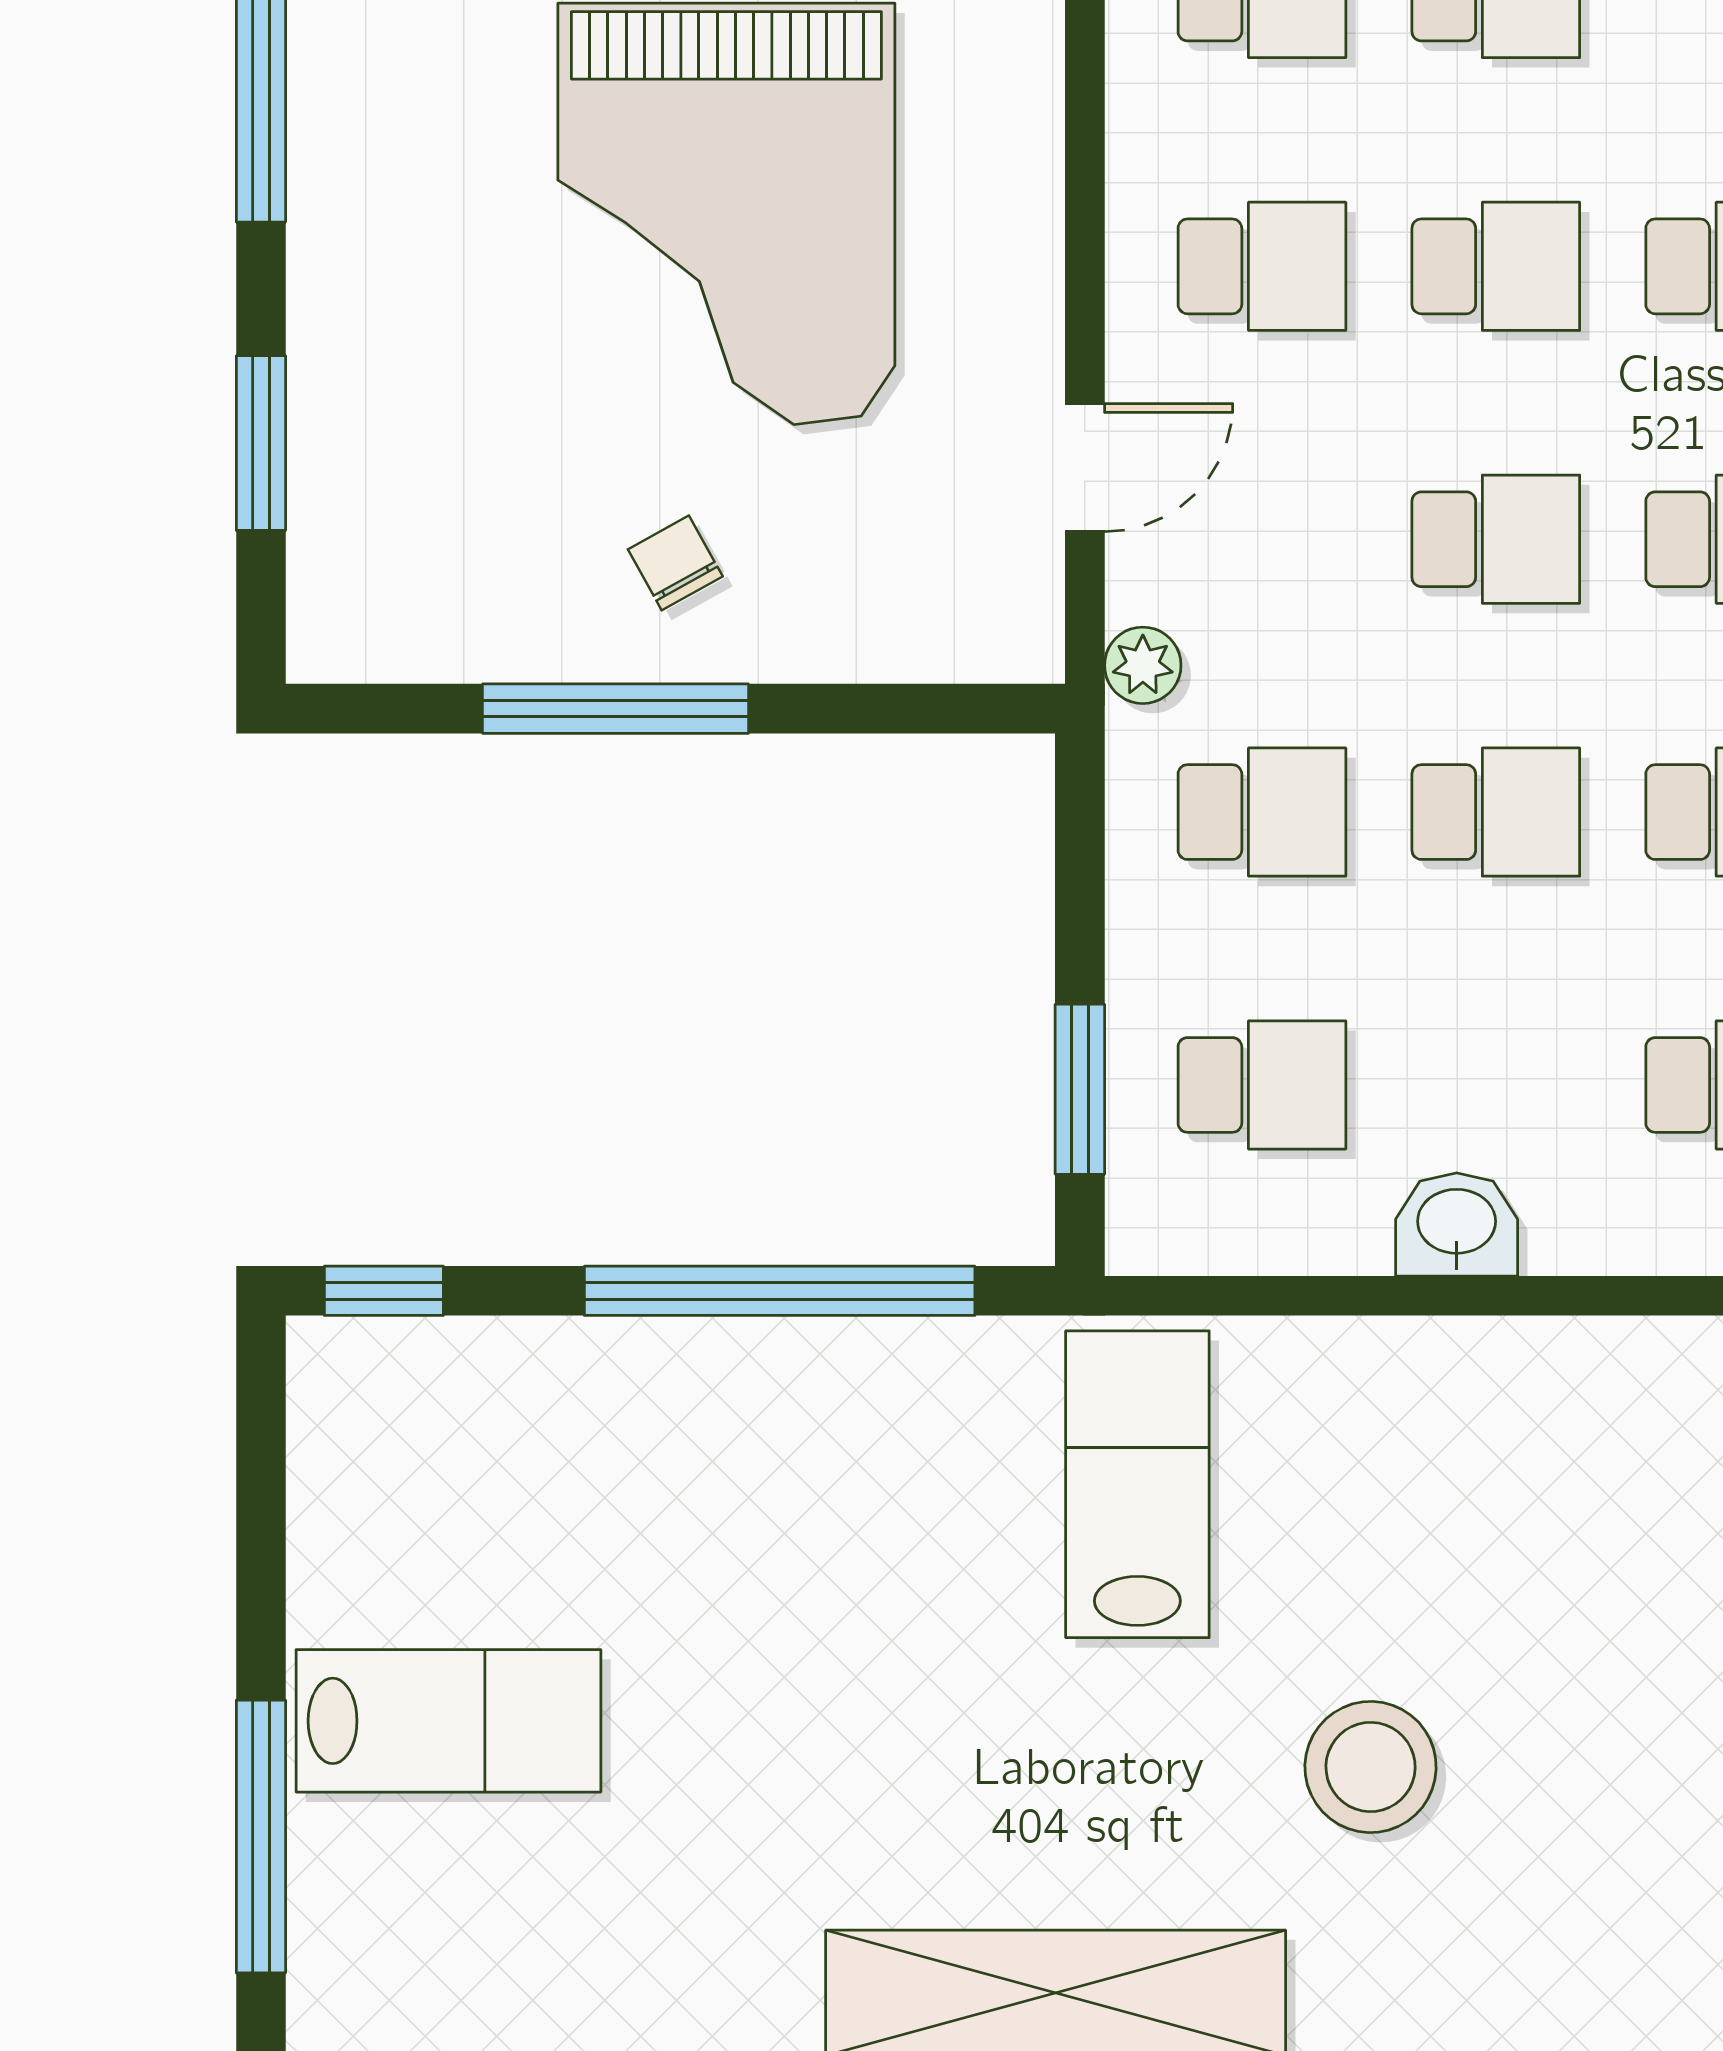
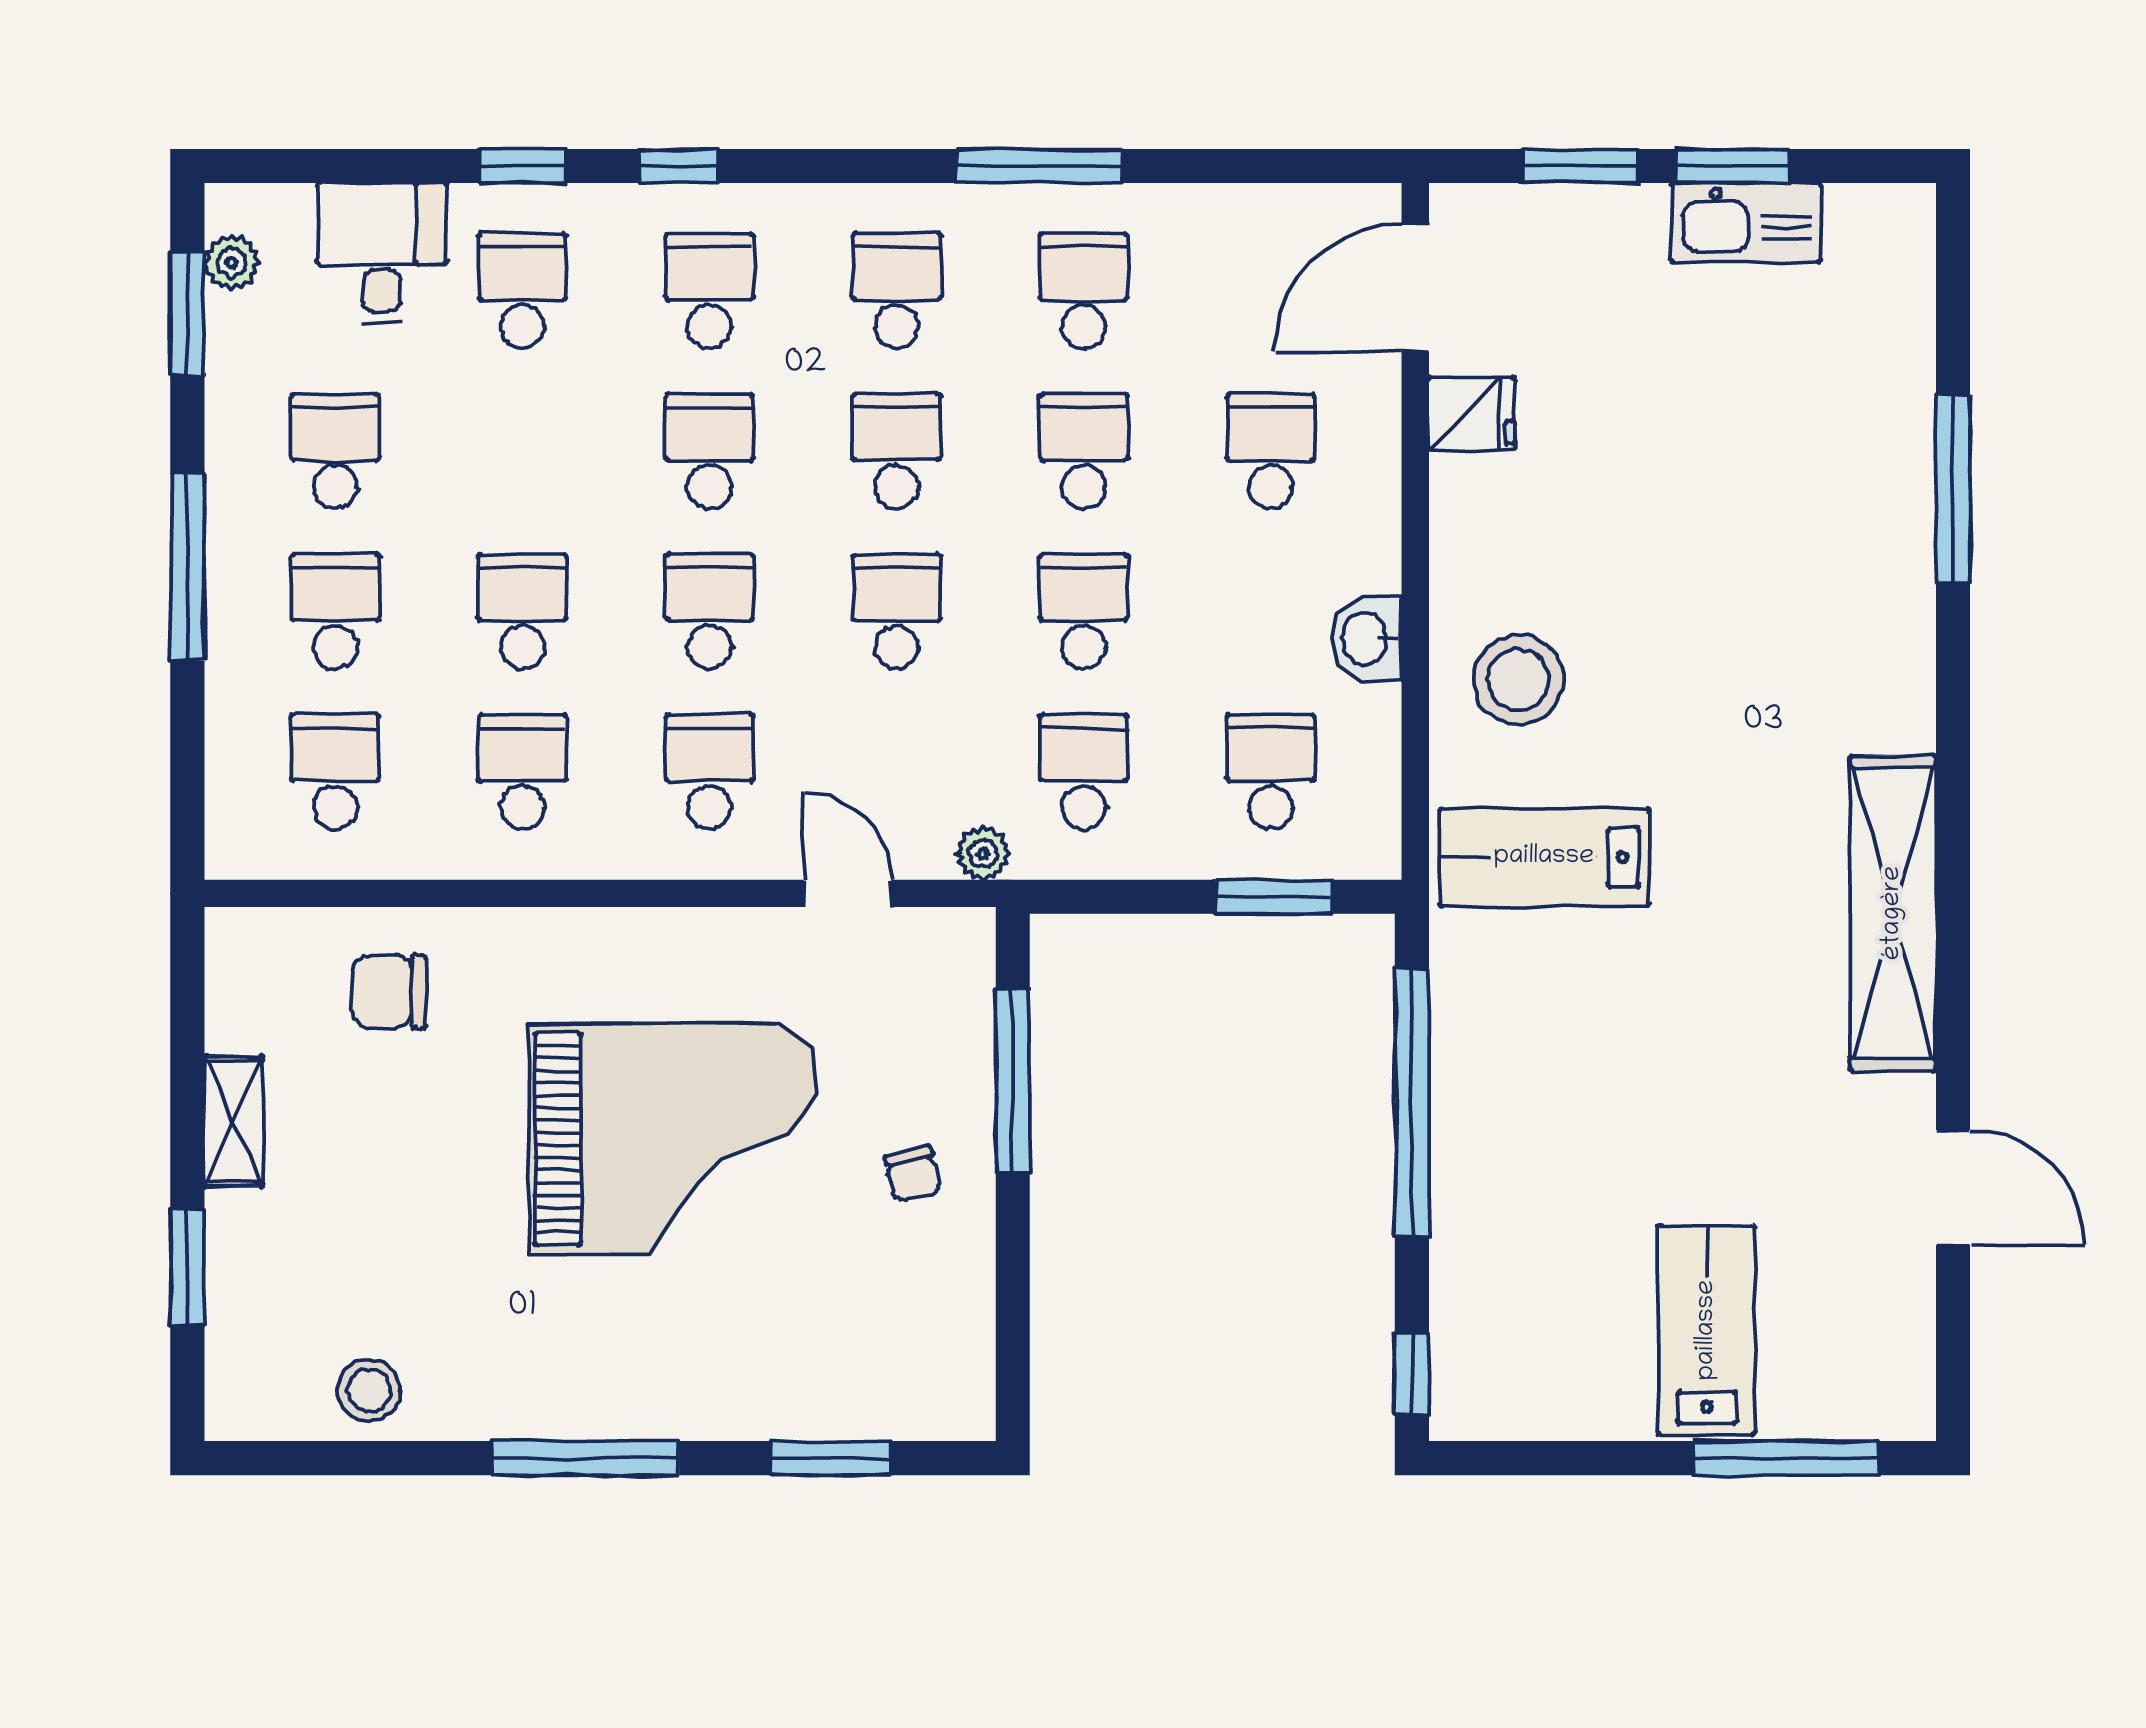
chair: (675, 563) -> (913, 1174), turned -74
window: (616, 709) -> (1013, 1081), moved
stool: (1371, 1767) -> (1518, 680), moved

